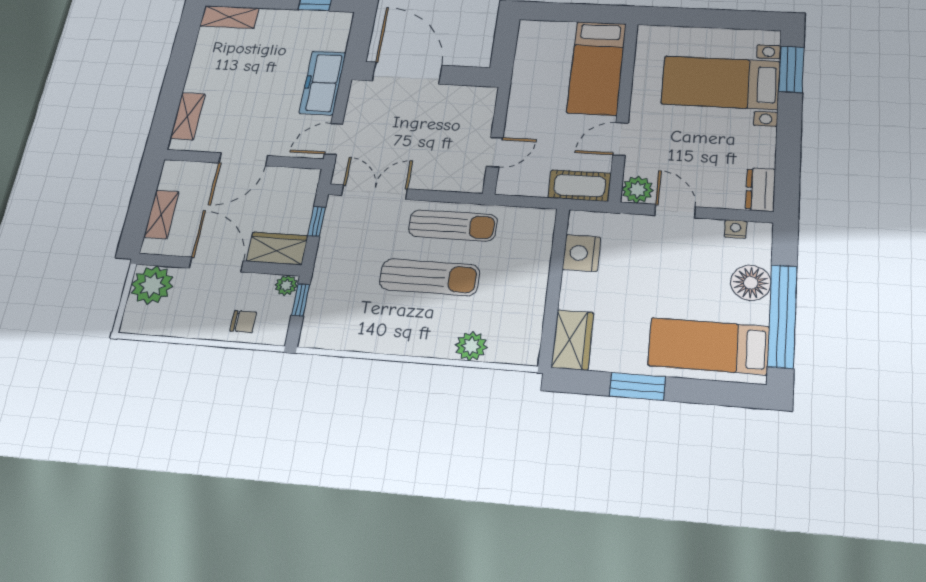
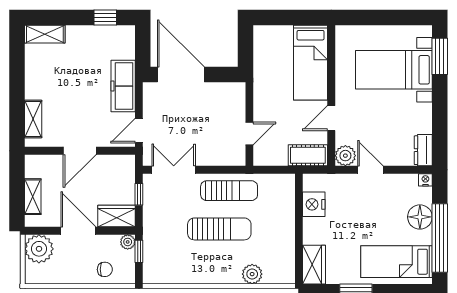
nightstand: (736, 229) -> (425, 180), moved

